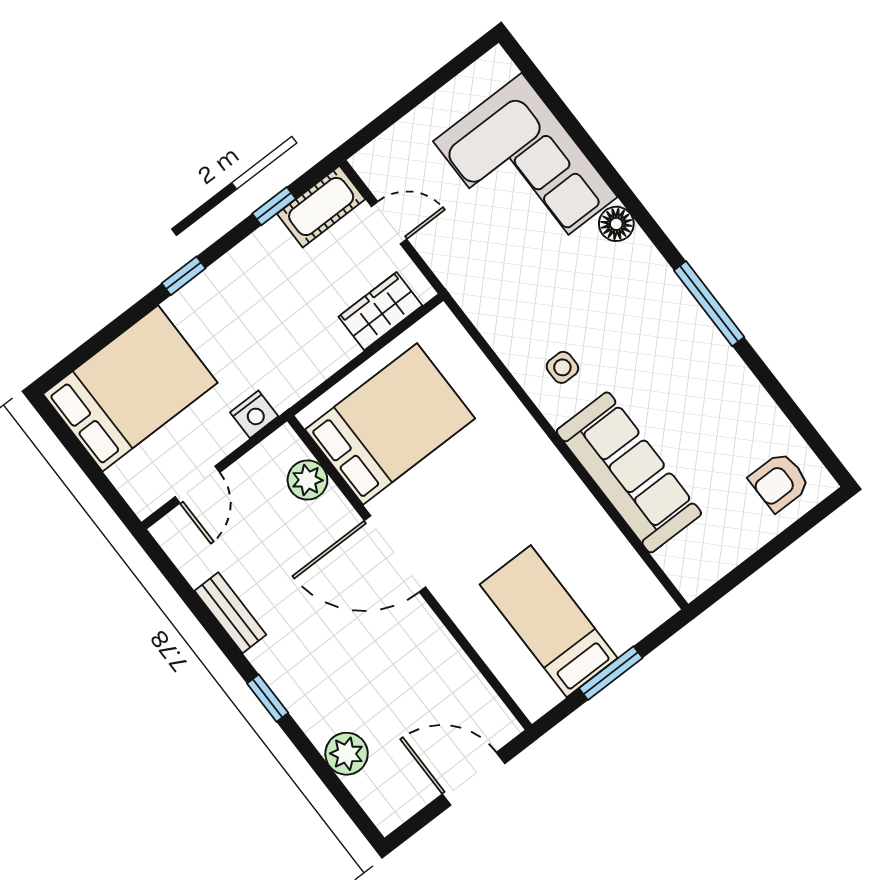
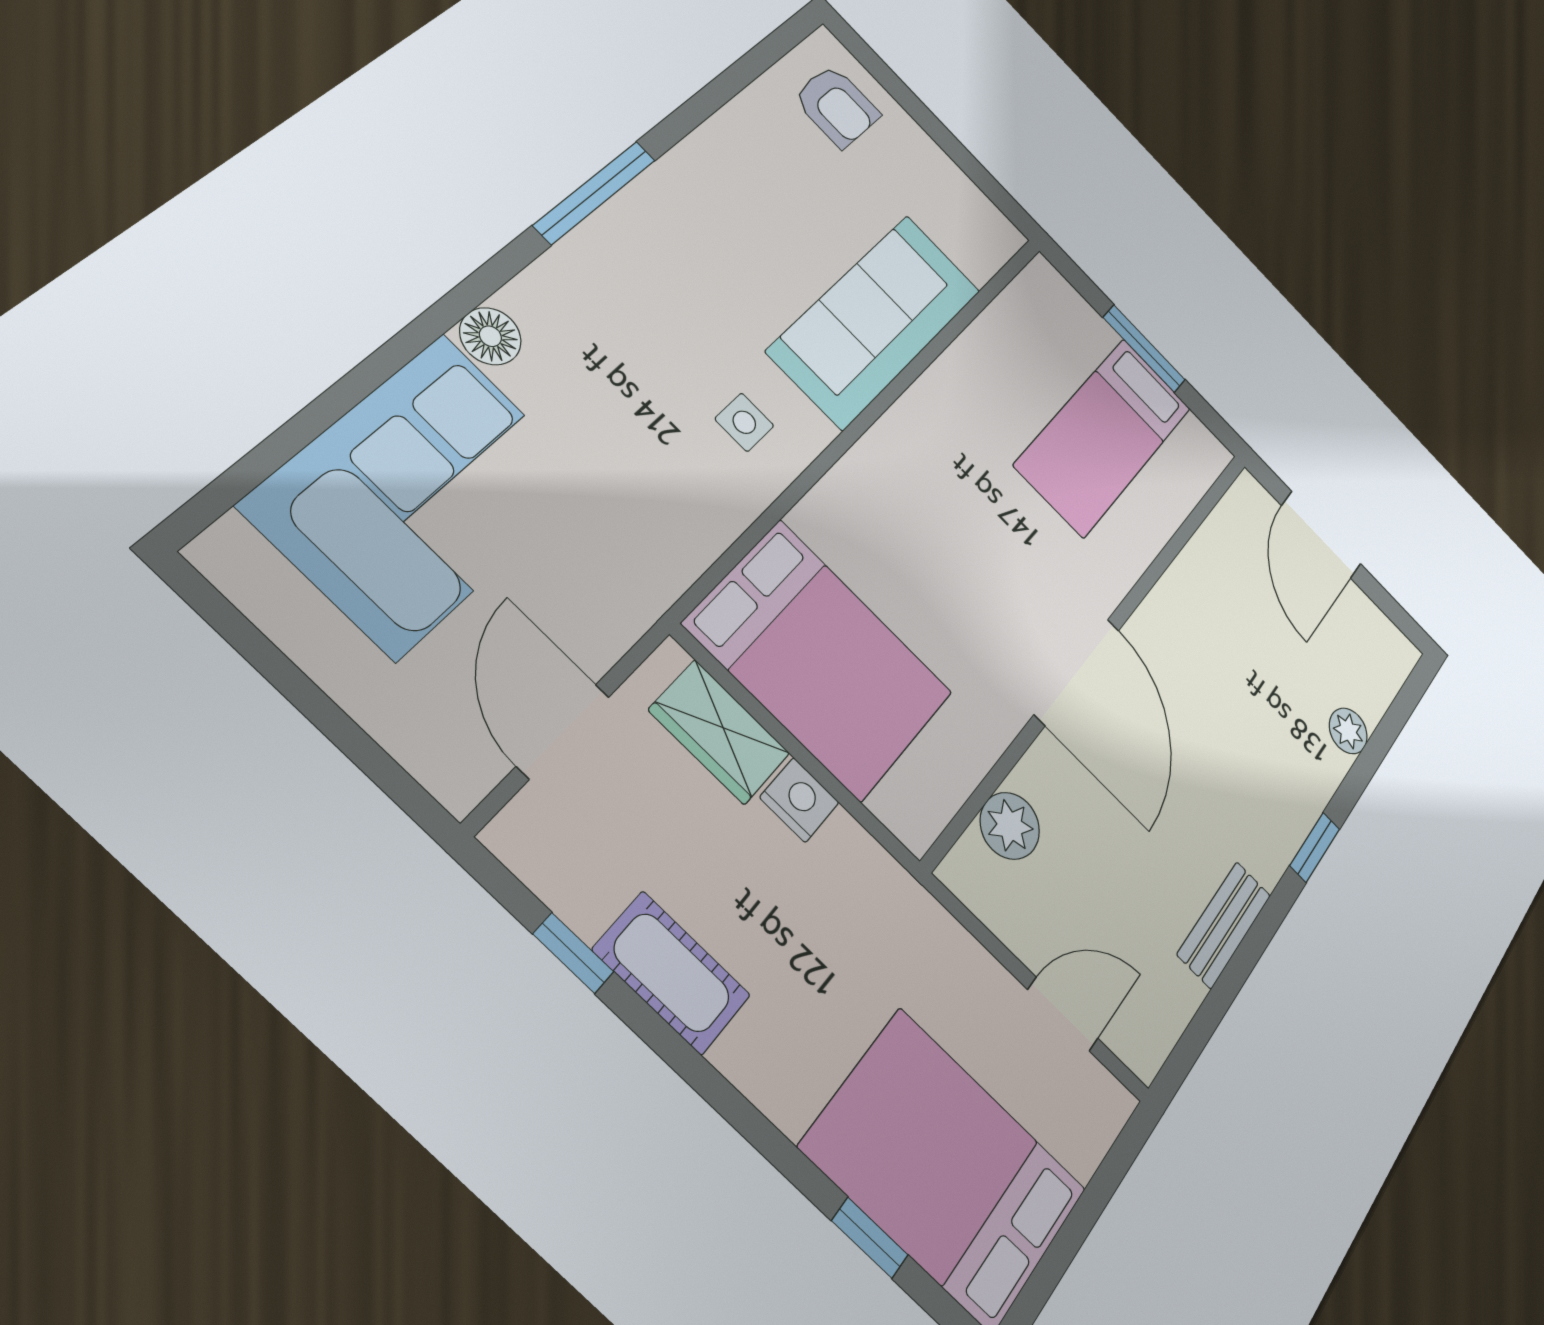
cot: (321, 207) -> (672, 973), moved
door: (389, 223) -> (563, 731), width x1.38
window: (184, 276) -> (870, 1238), moved
nightstand: (254, 414) -> (799, 800), moved
bed: (390, 424) -> (820, 659), moved, turned 180
plant: (347, 754) -> (1348, 731), width x0.73, depth x0.73

